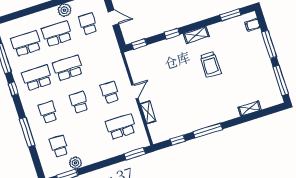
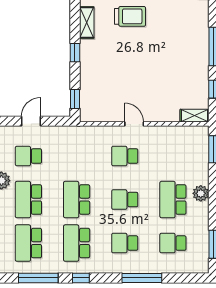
shelving: (148, 112) -> (194, 116), moved
school desk: (121, 127) -> (173, 200), moved
plant: (75, 163) -> (201, 193), moved

